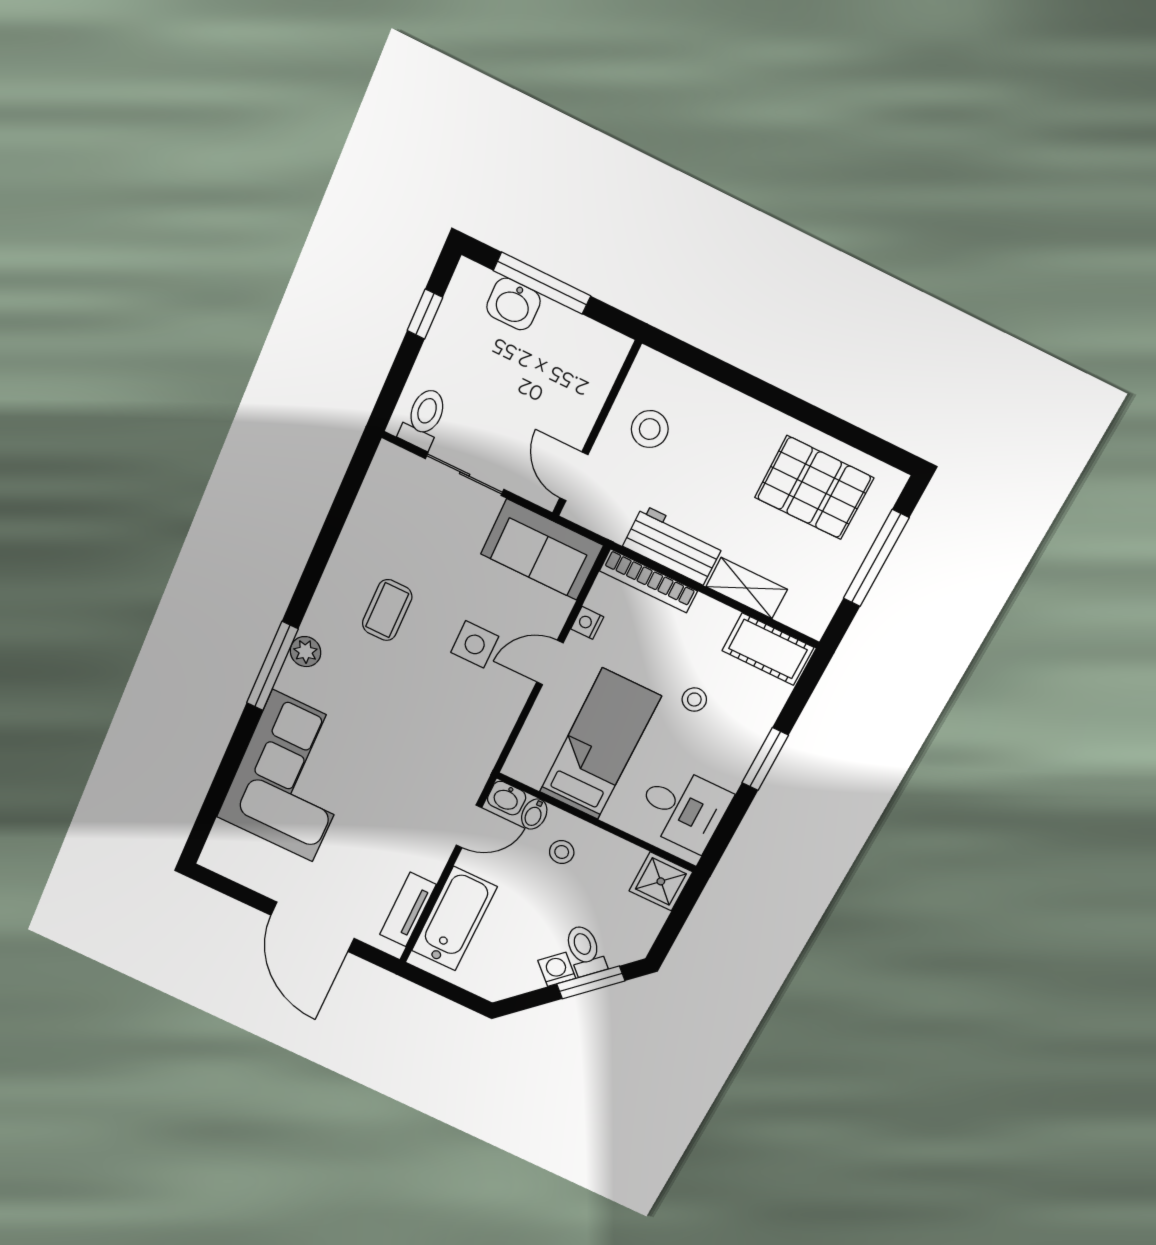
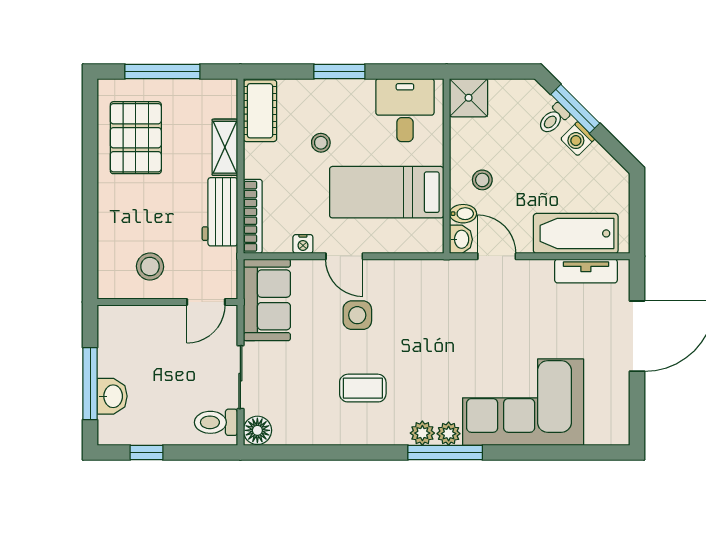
floor lamp: (392, 464) -> (257, 430), added
plant: (292, 680) -> (449, 434), added
toilet: (585, 950) -> (553, 119), width x0.73, depth x0.72

